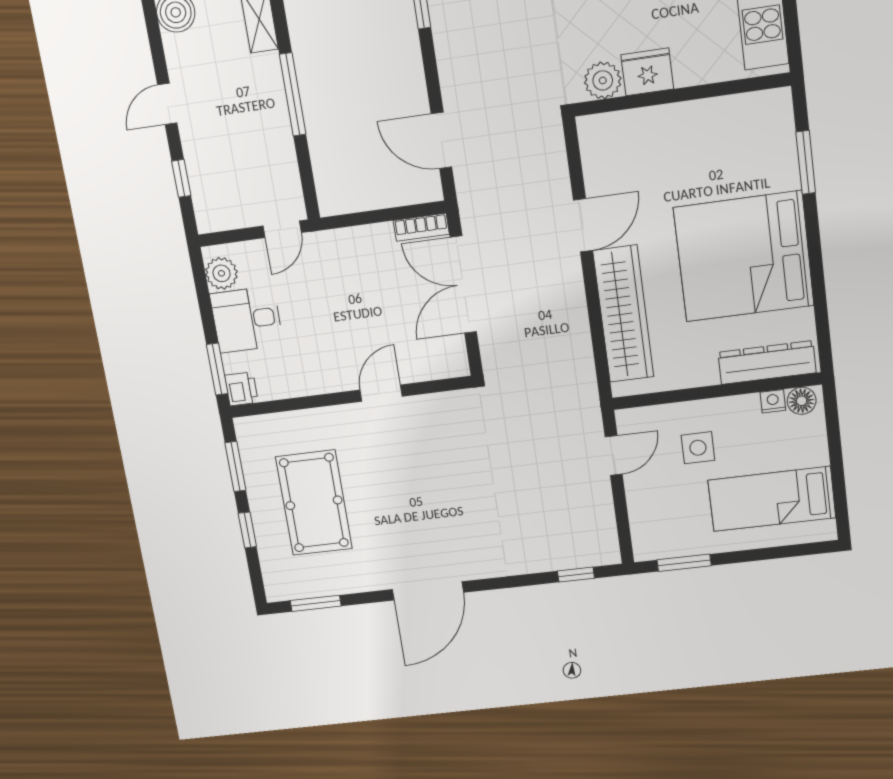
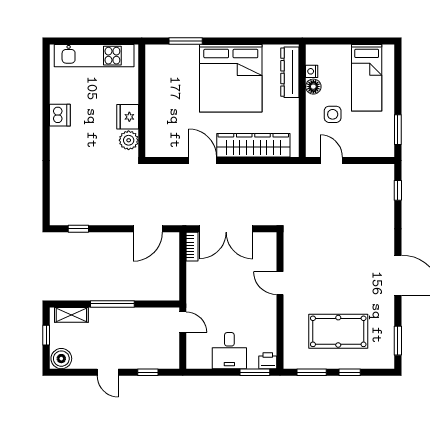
plant: (221, 273) -> (202, 360), removed
floor lamp: (802, 401) -> (313, 87), moved

